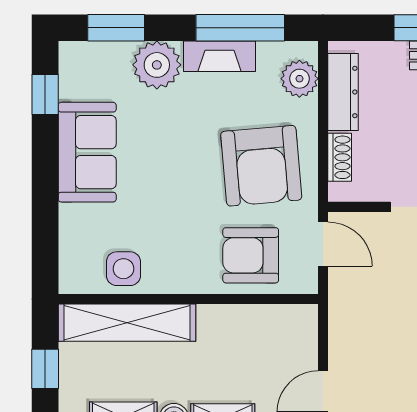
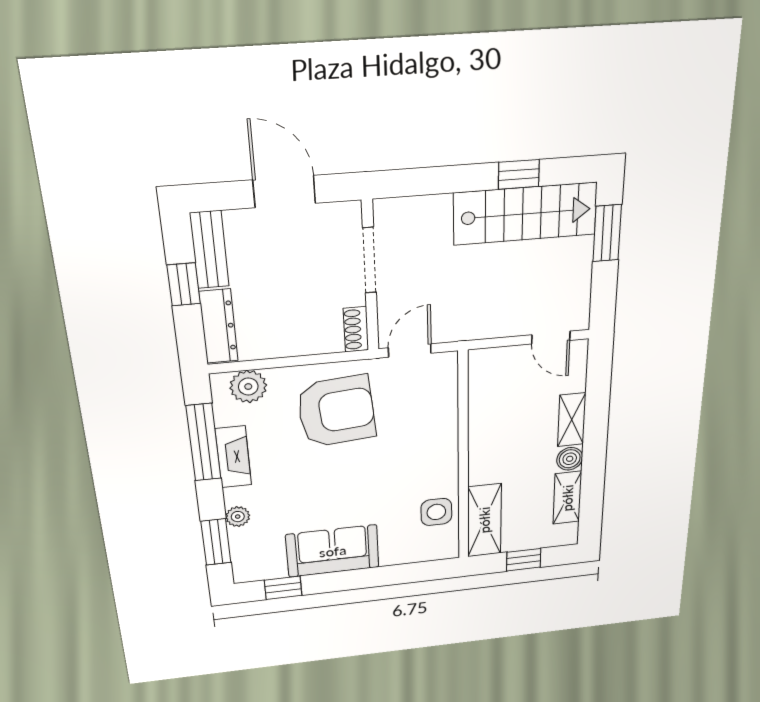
plant: (157, 65) -> (238, 517), width x0.53, depth x0.53
dresser: (343, 92) -> (219, 326), moved, turned 90
shoe rack: (340, 157) -> (356, 329), moved, turned -90
armchair: (251, 255) -> (422, 412), removed
shelving: (127, 323) -> (484, 520), width x0.68

